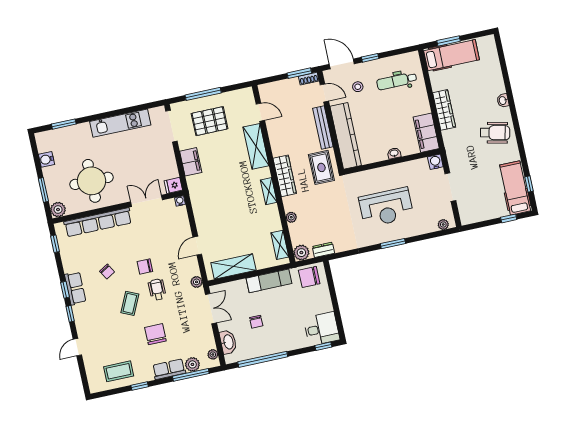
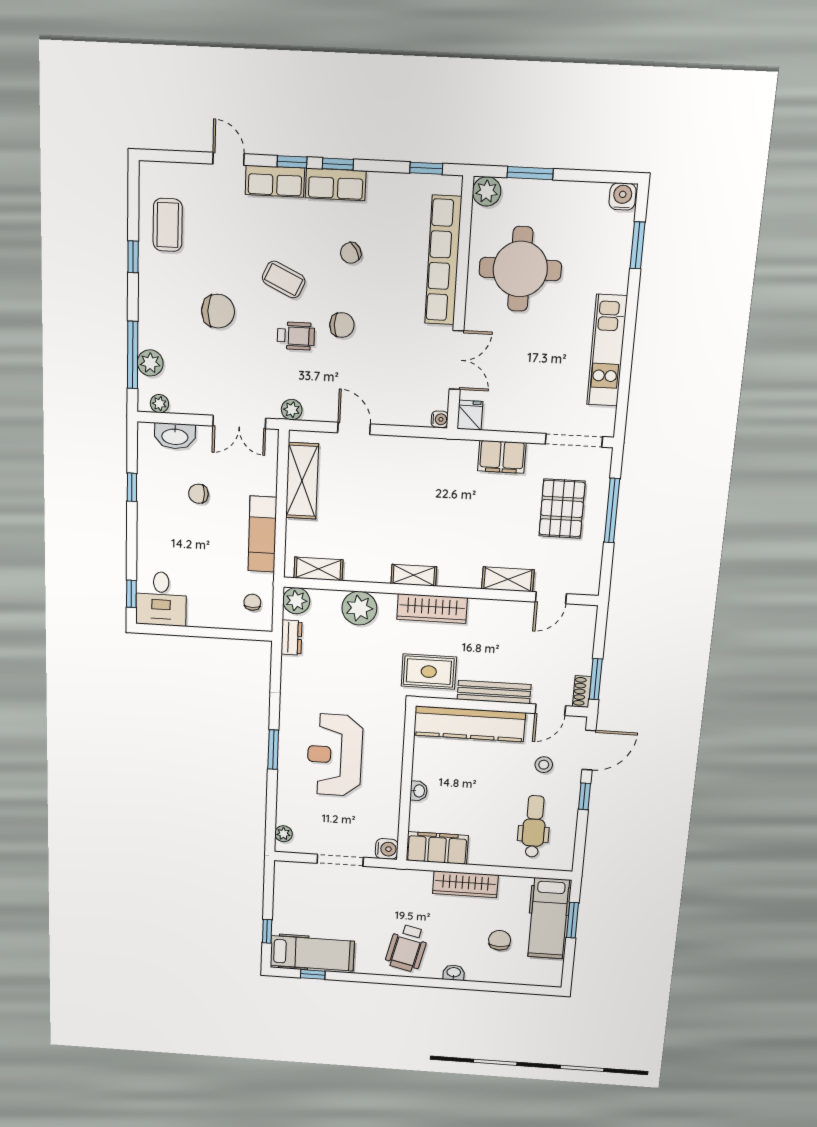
chair: (474, 80) -> (500, 940), added
shelving: (256, 146) -> (508, 579), width x0.67, depth x0.75
water cooler: (46, 159) -> (623, 196), moved
plant: (291, 217) -> (359, 608), width x1.88, depth x1.88
chair: (145, 267) -> (342, 325), turned 90
chair: (309, 277) -> (252, 602), width x0.54, depth x0.54
window: (263, 359) -> (132, 487), width x0.32
row of seats: (169, 369) -> (275, 181), moved, turned 90

